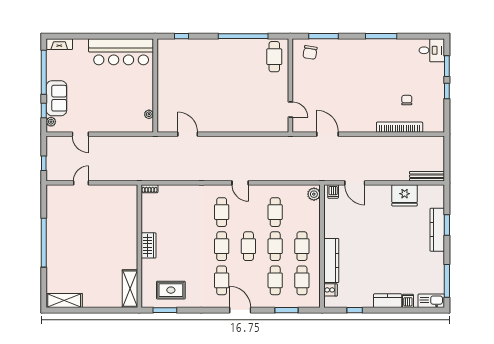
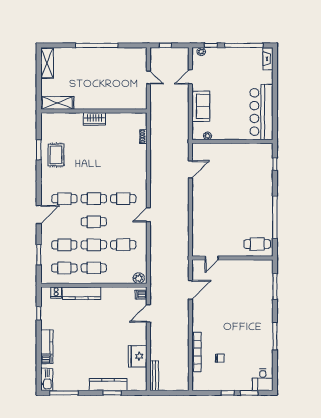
chair: (310, 52) -> (261, 275), removed
sofa: (56, 98) -> (201, 106), moved, turned -90
wardrobe: (149, 245) -> (94, 119), moved
wall: (139, 246) -> (94, 111), moved
shelving: (130, 289) -> (57, 103), moved

